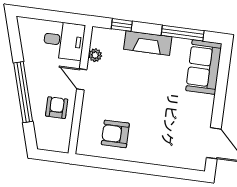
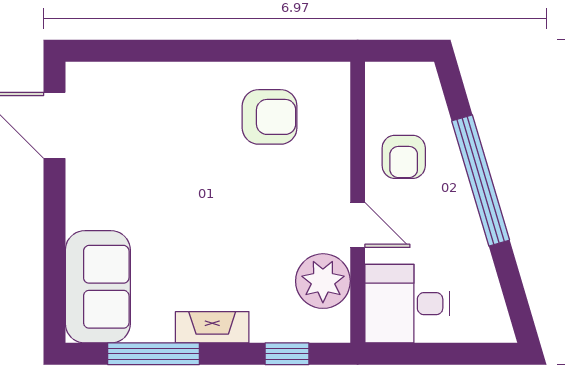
fireplace: (148, 43) -> (212, 327), width x0.73, depth x0.76
plant: (95, 55) -> (323, 281), width x1.88, depth x1.88

